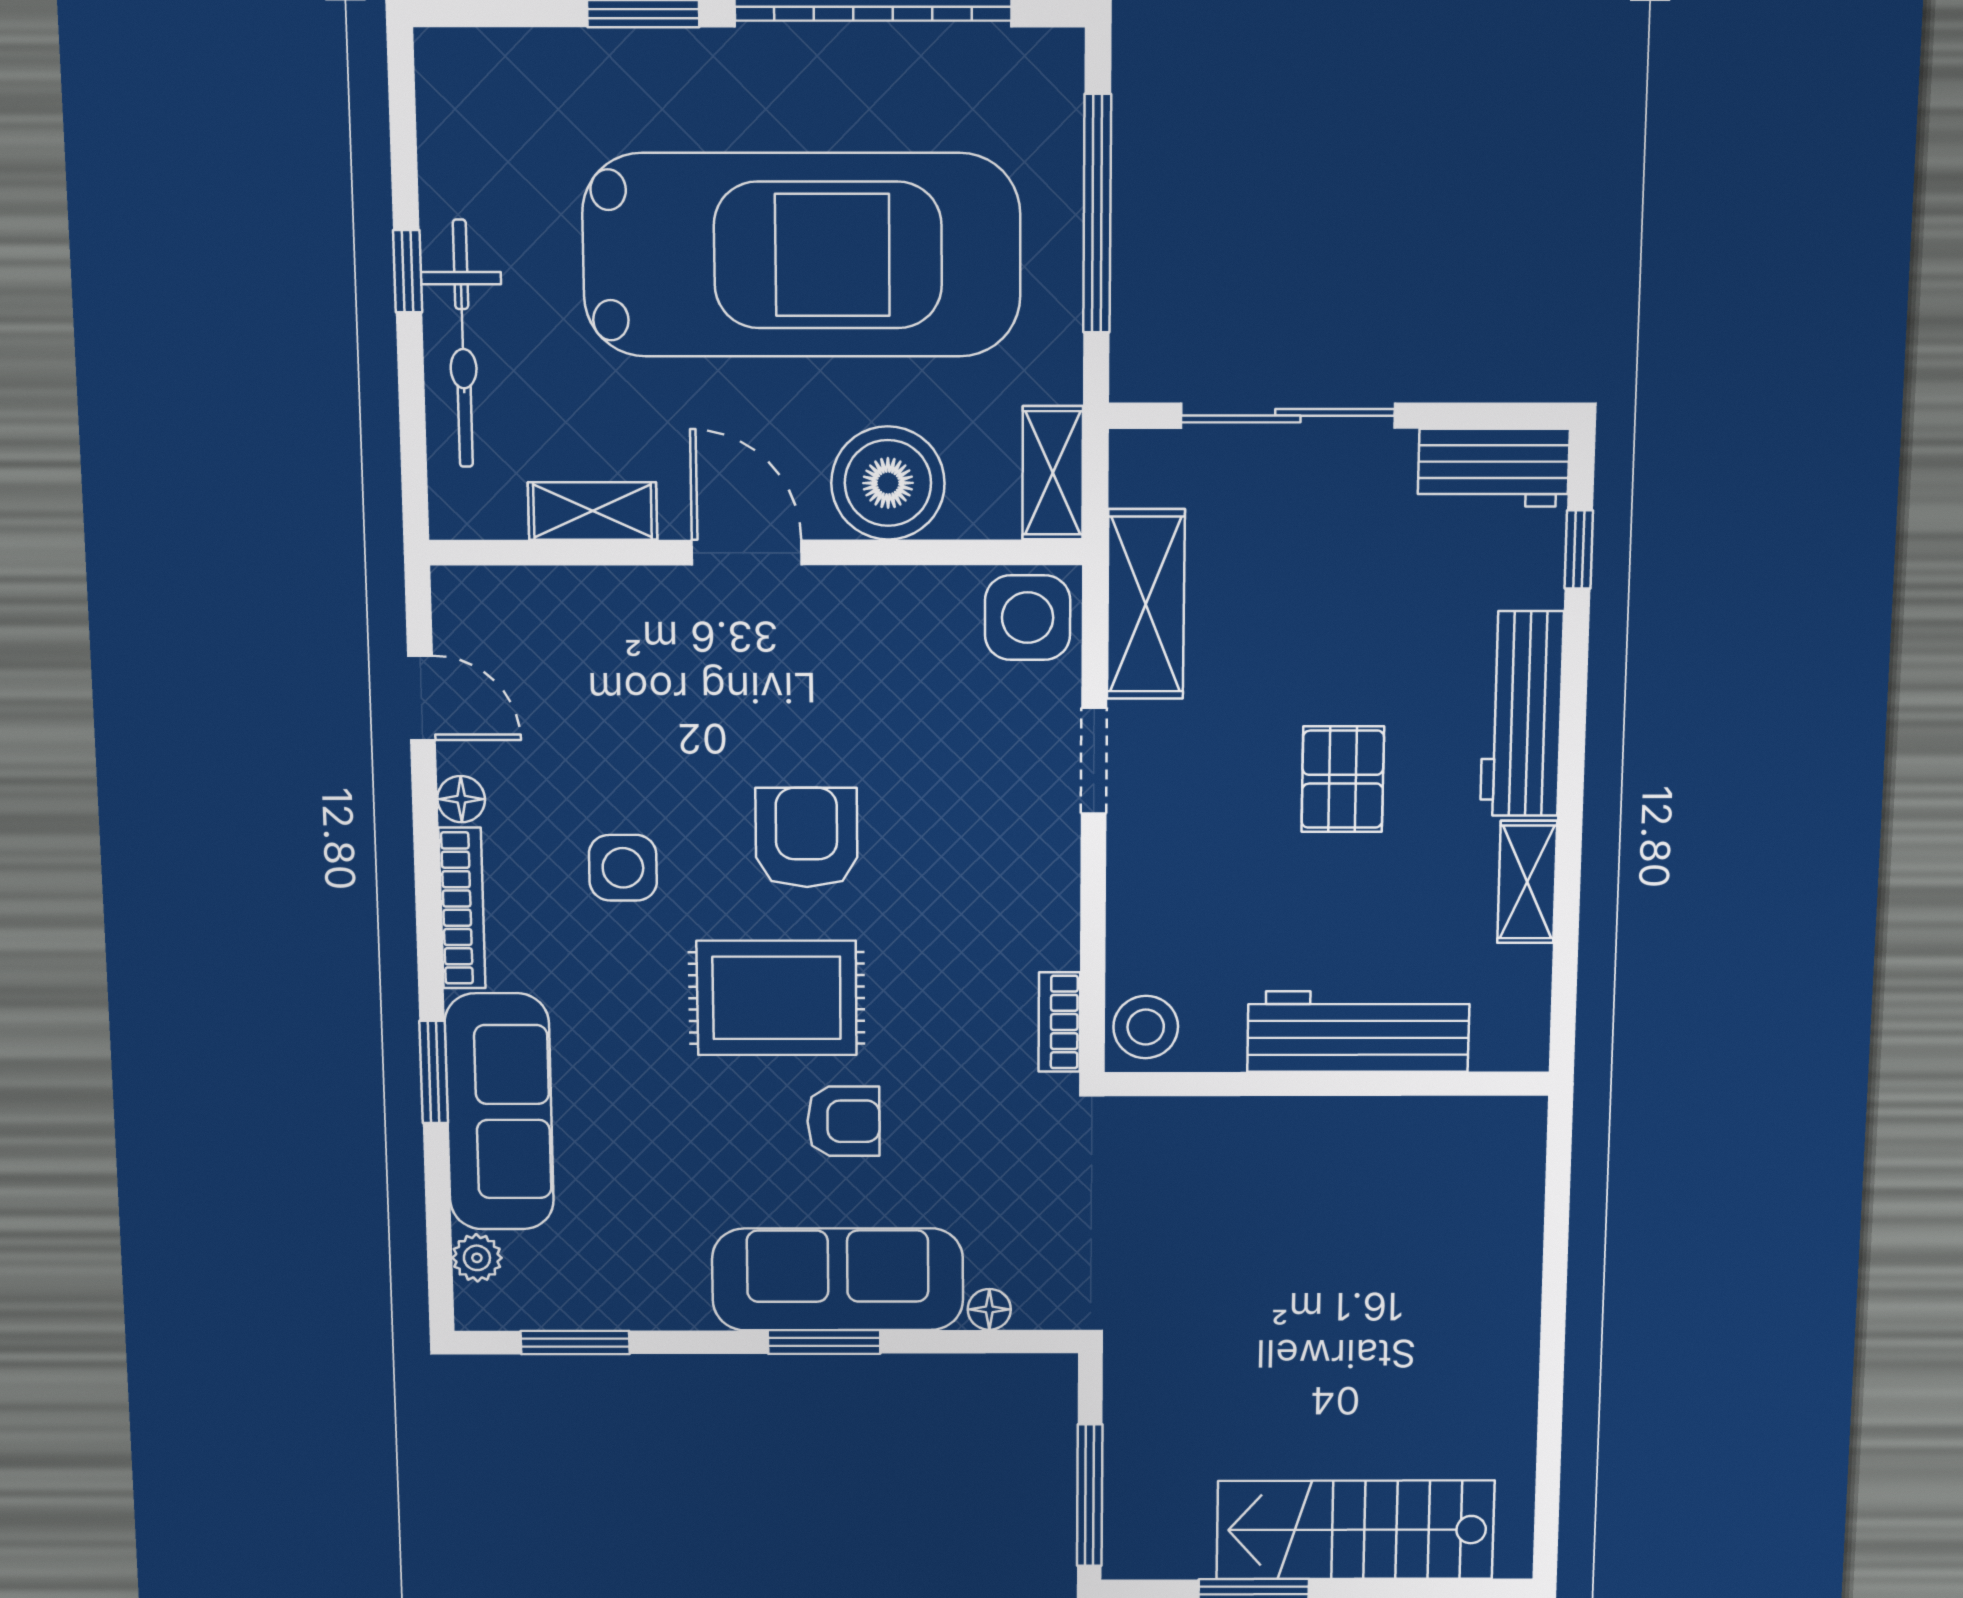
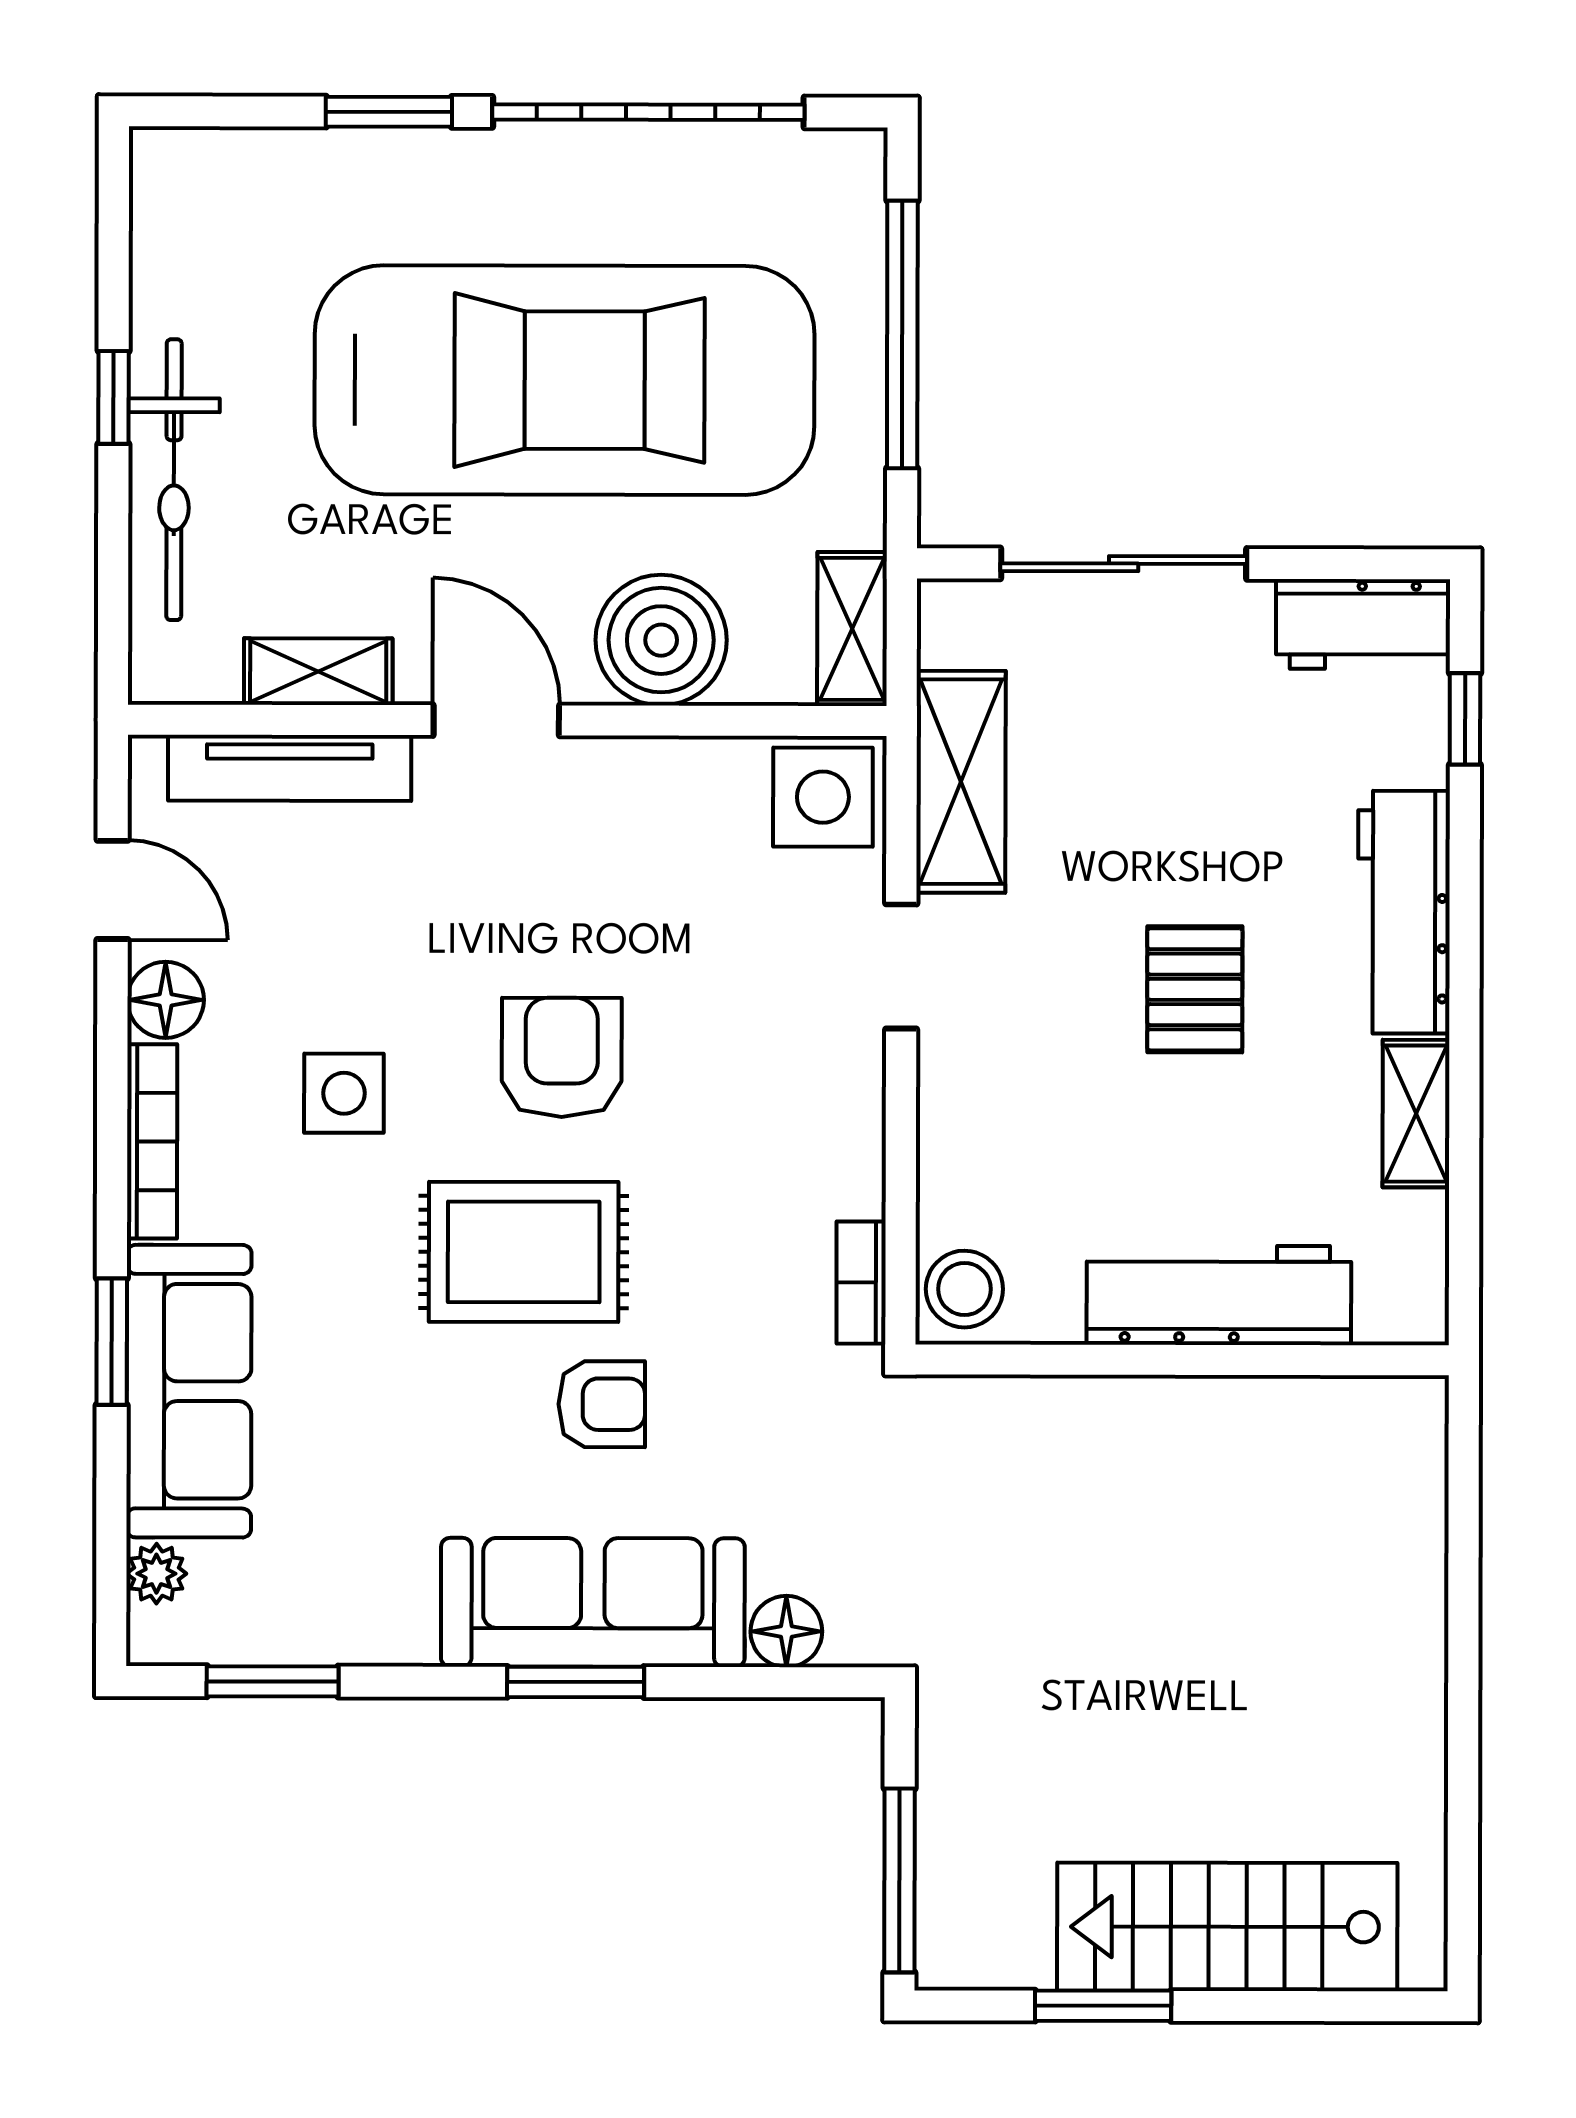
tv unit: (570, 594) -> (290, 768), added
floor lamp: (461, 799) -> (166, 1000), width x1.37, depth x1.37
floor lamp: (989, 1309) -> (786, 1631), width x1.37, depth x1.37

